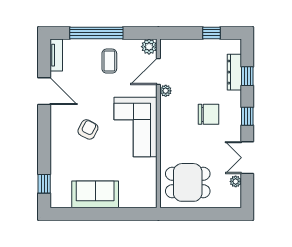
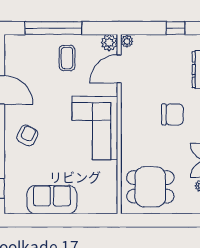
tv unit: (56, 55) -> (11, 52), removed
plant: (166, 91) -> (127, 41), moved
armchair: (88, 129) -> (27, 135), moved

